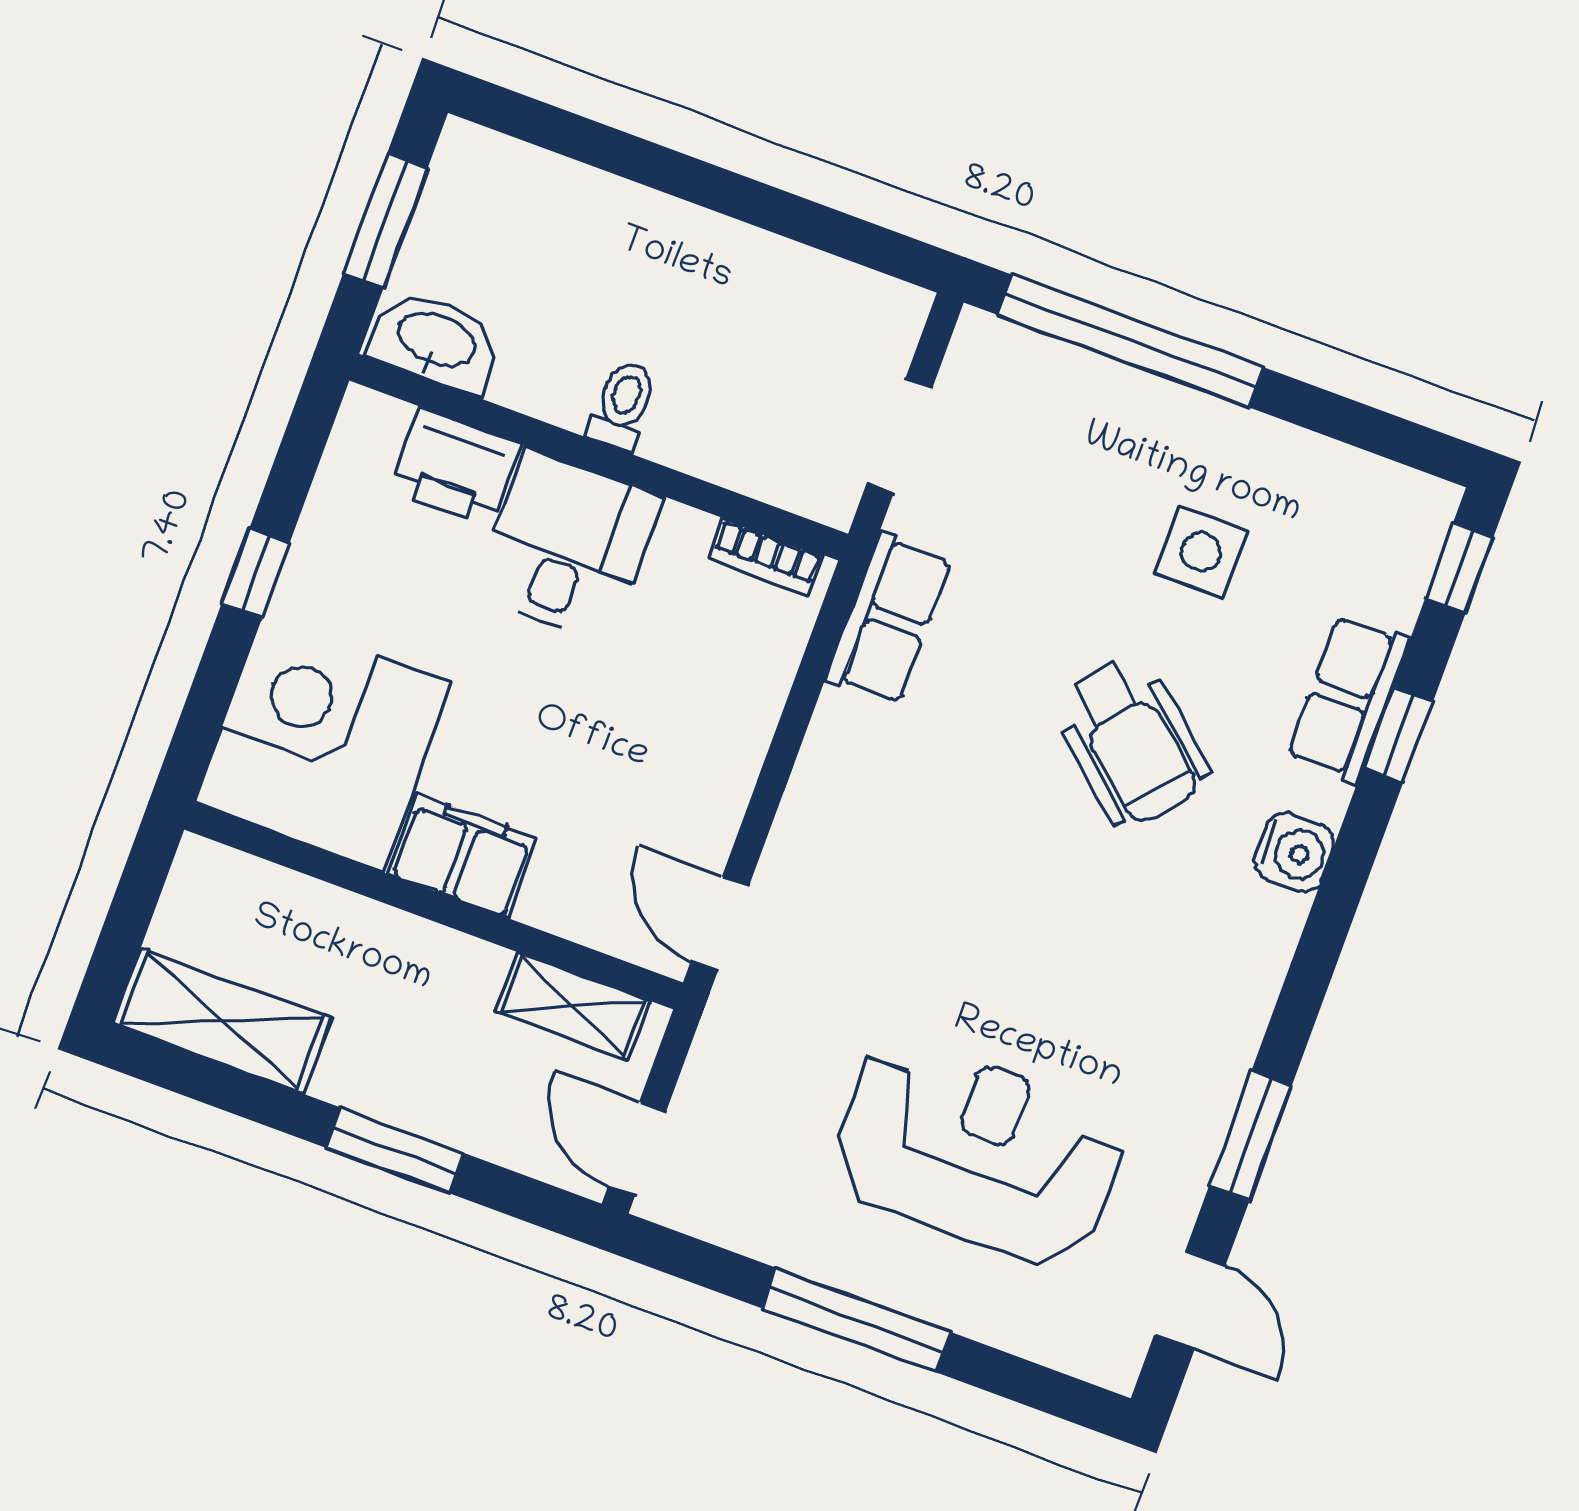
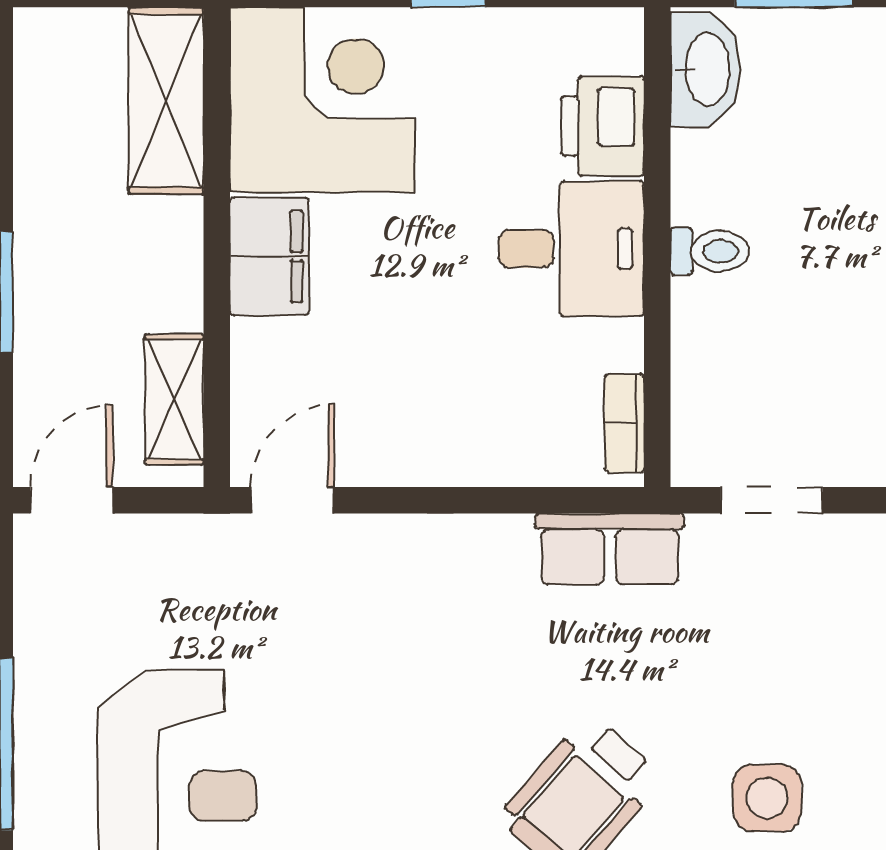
shelving: (222, 1021) -> (166, 101), moved

